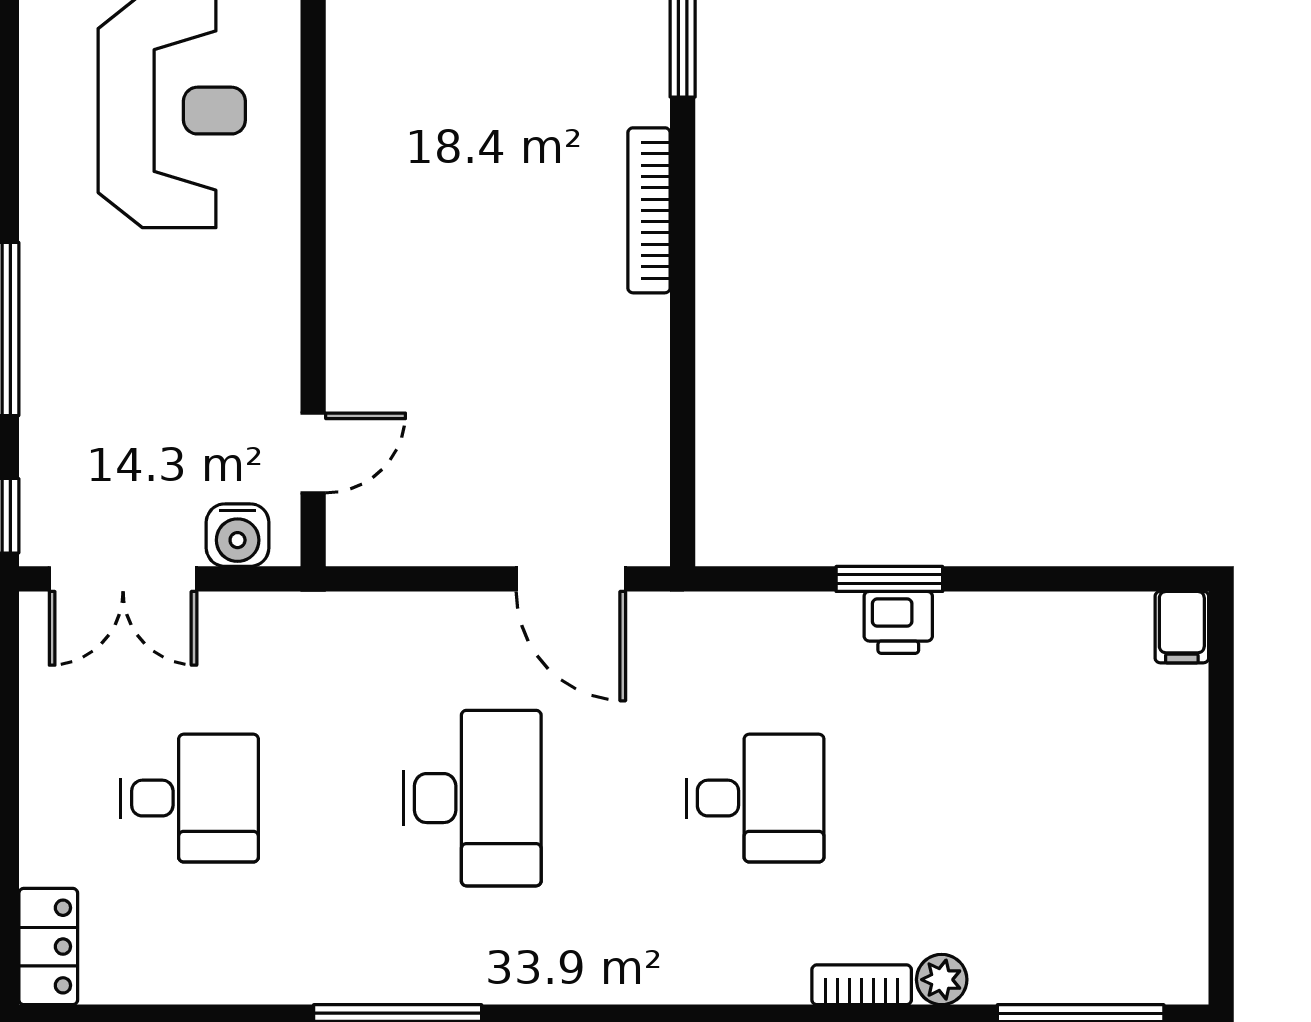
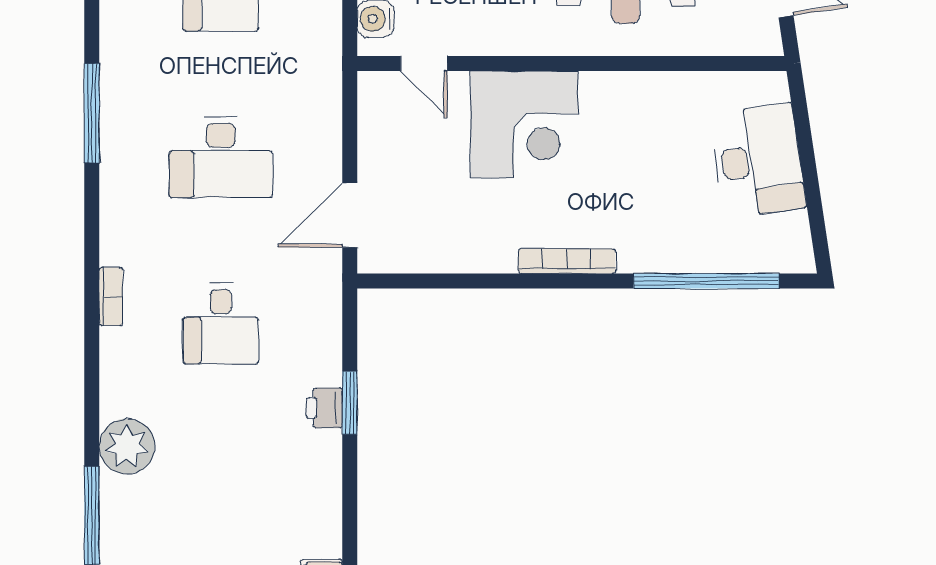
corner desk: (417, 283) -> (524, 124), added
plant: (942, 980) -> (127, 446), width x1.88, depth x1.88
bookcase: (862, 985) -> (111, 297), moved

